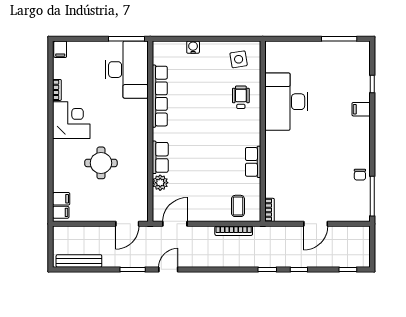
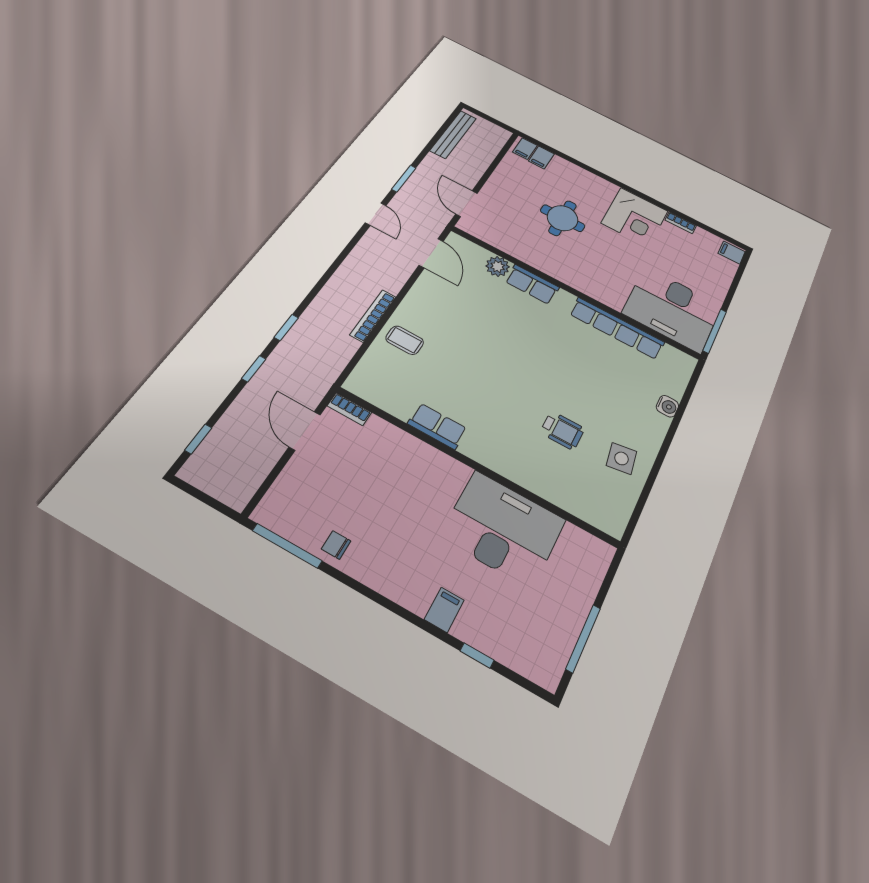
desk: (286, 102) -> (503, 529), moved
wall: (263, 131) -> (476, 466), moved
row of seats: (253, 162) -> (437, 426), moved
bookcase: (270, 210) -> (349, 409), moved

